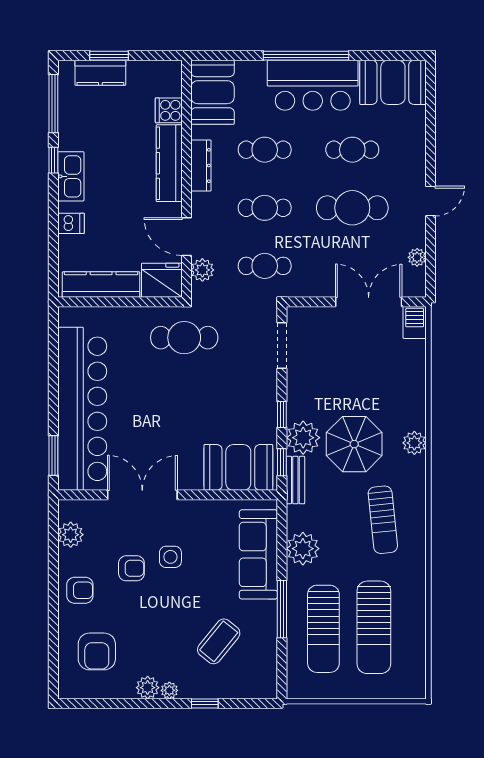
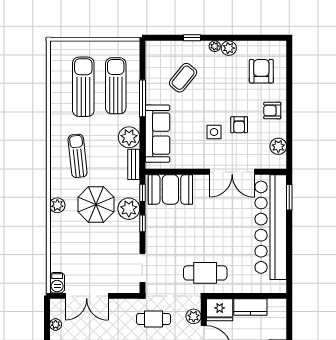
kitchen counter: (101, 285) -> (250, 307), width x0.67
bench: (295, 480) -> (134, 164), moved
armchair: (131, 568) -> (239, 125), turned -90

